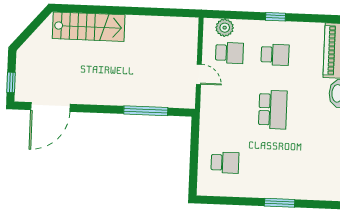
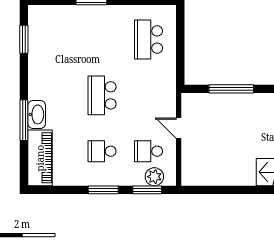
window: (232, 15) -> (147, 190), added
window: (275, 17) -> (103, 190), width x1.50
school desk: (225, 163) -> (149, 40), width x1.85

